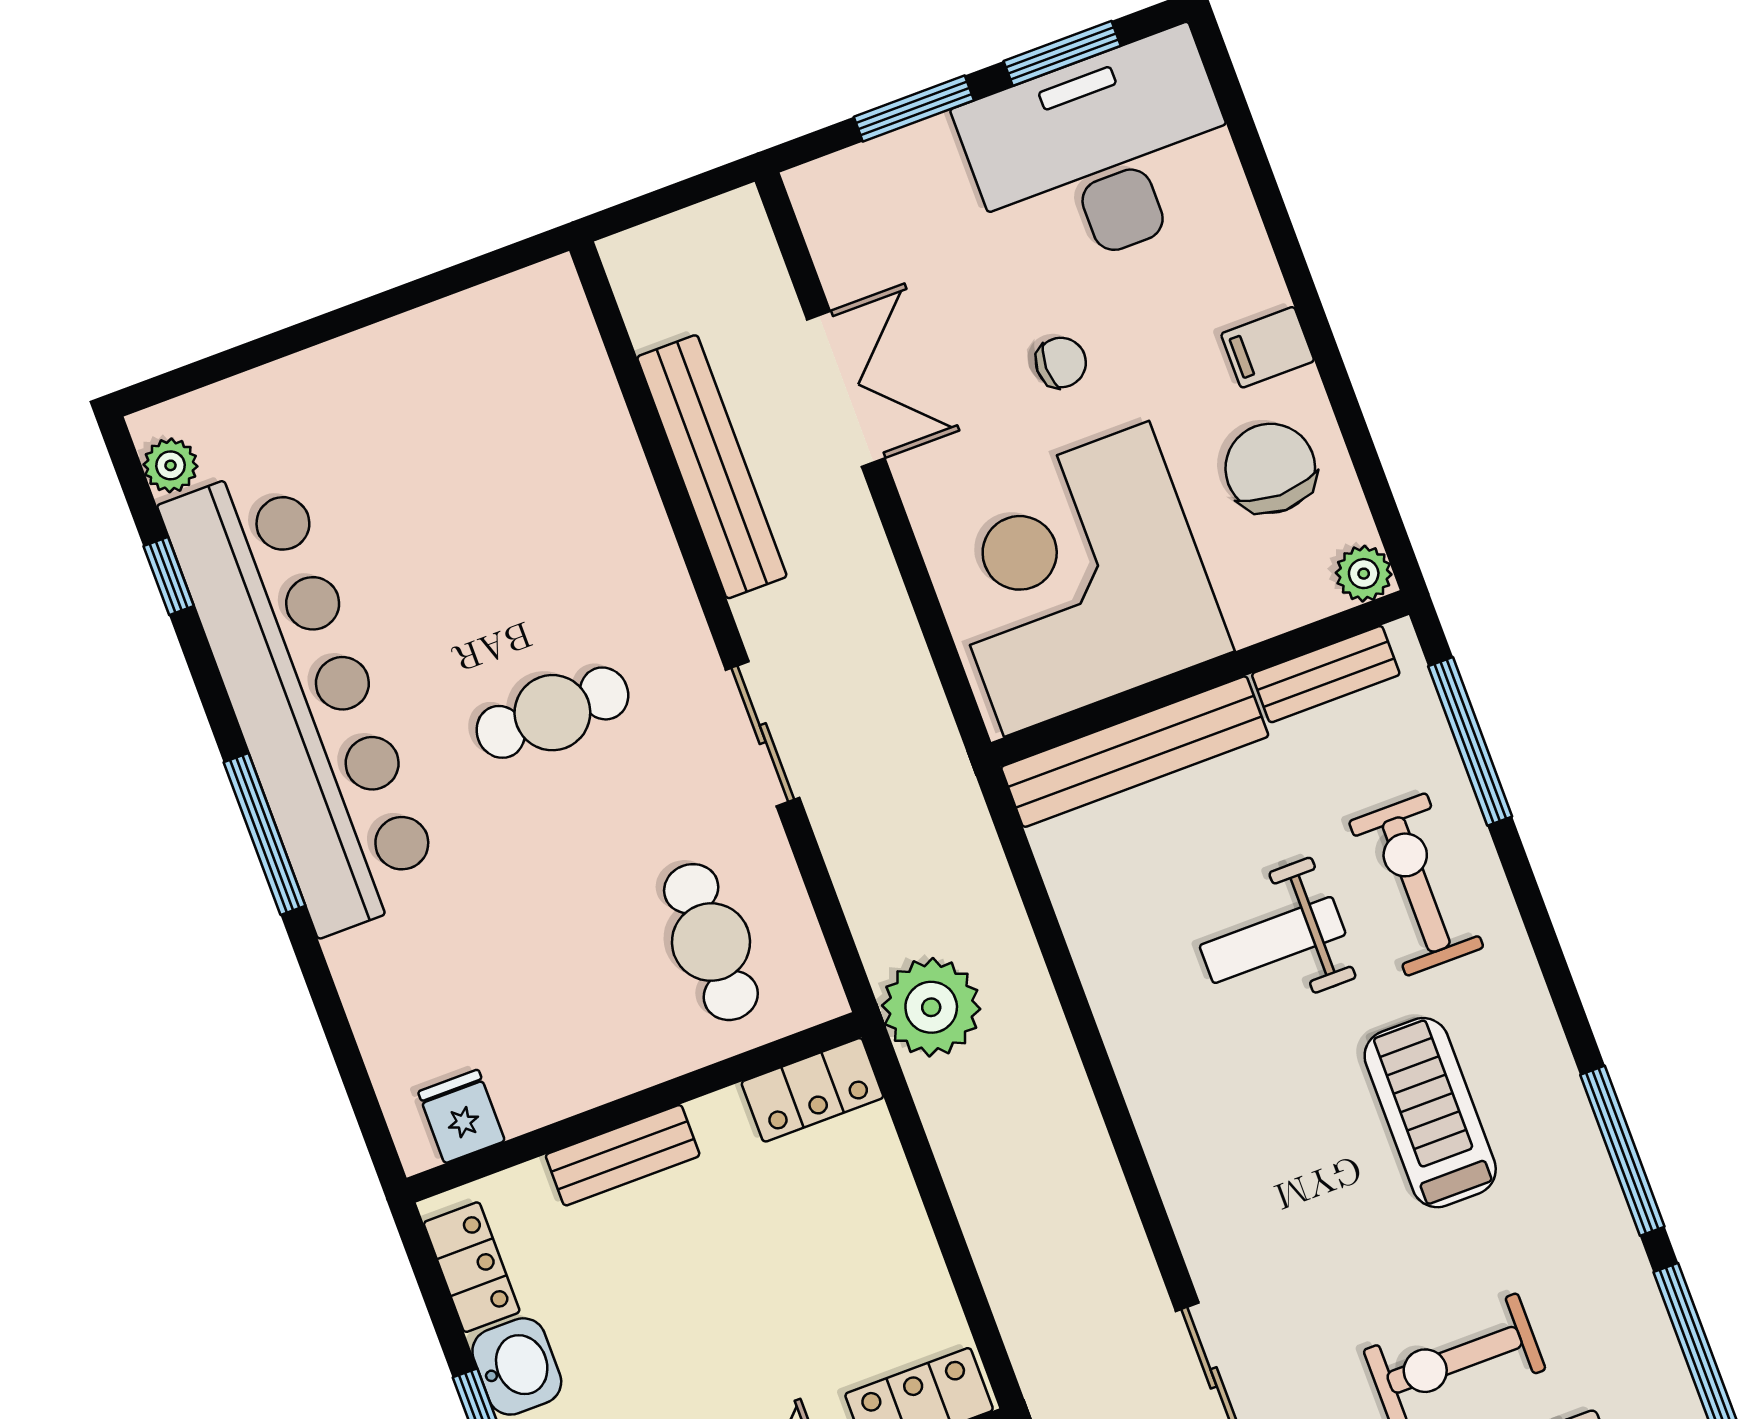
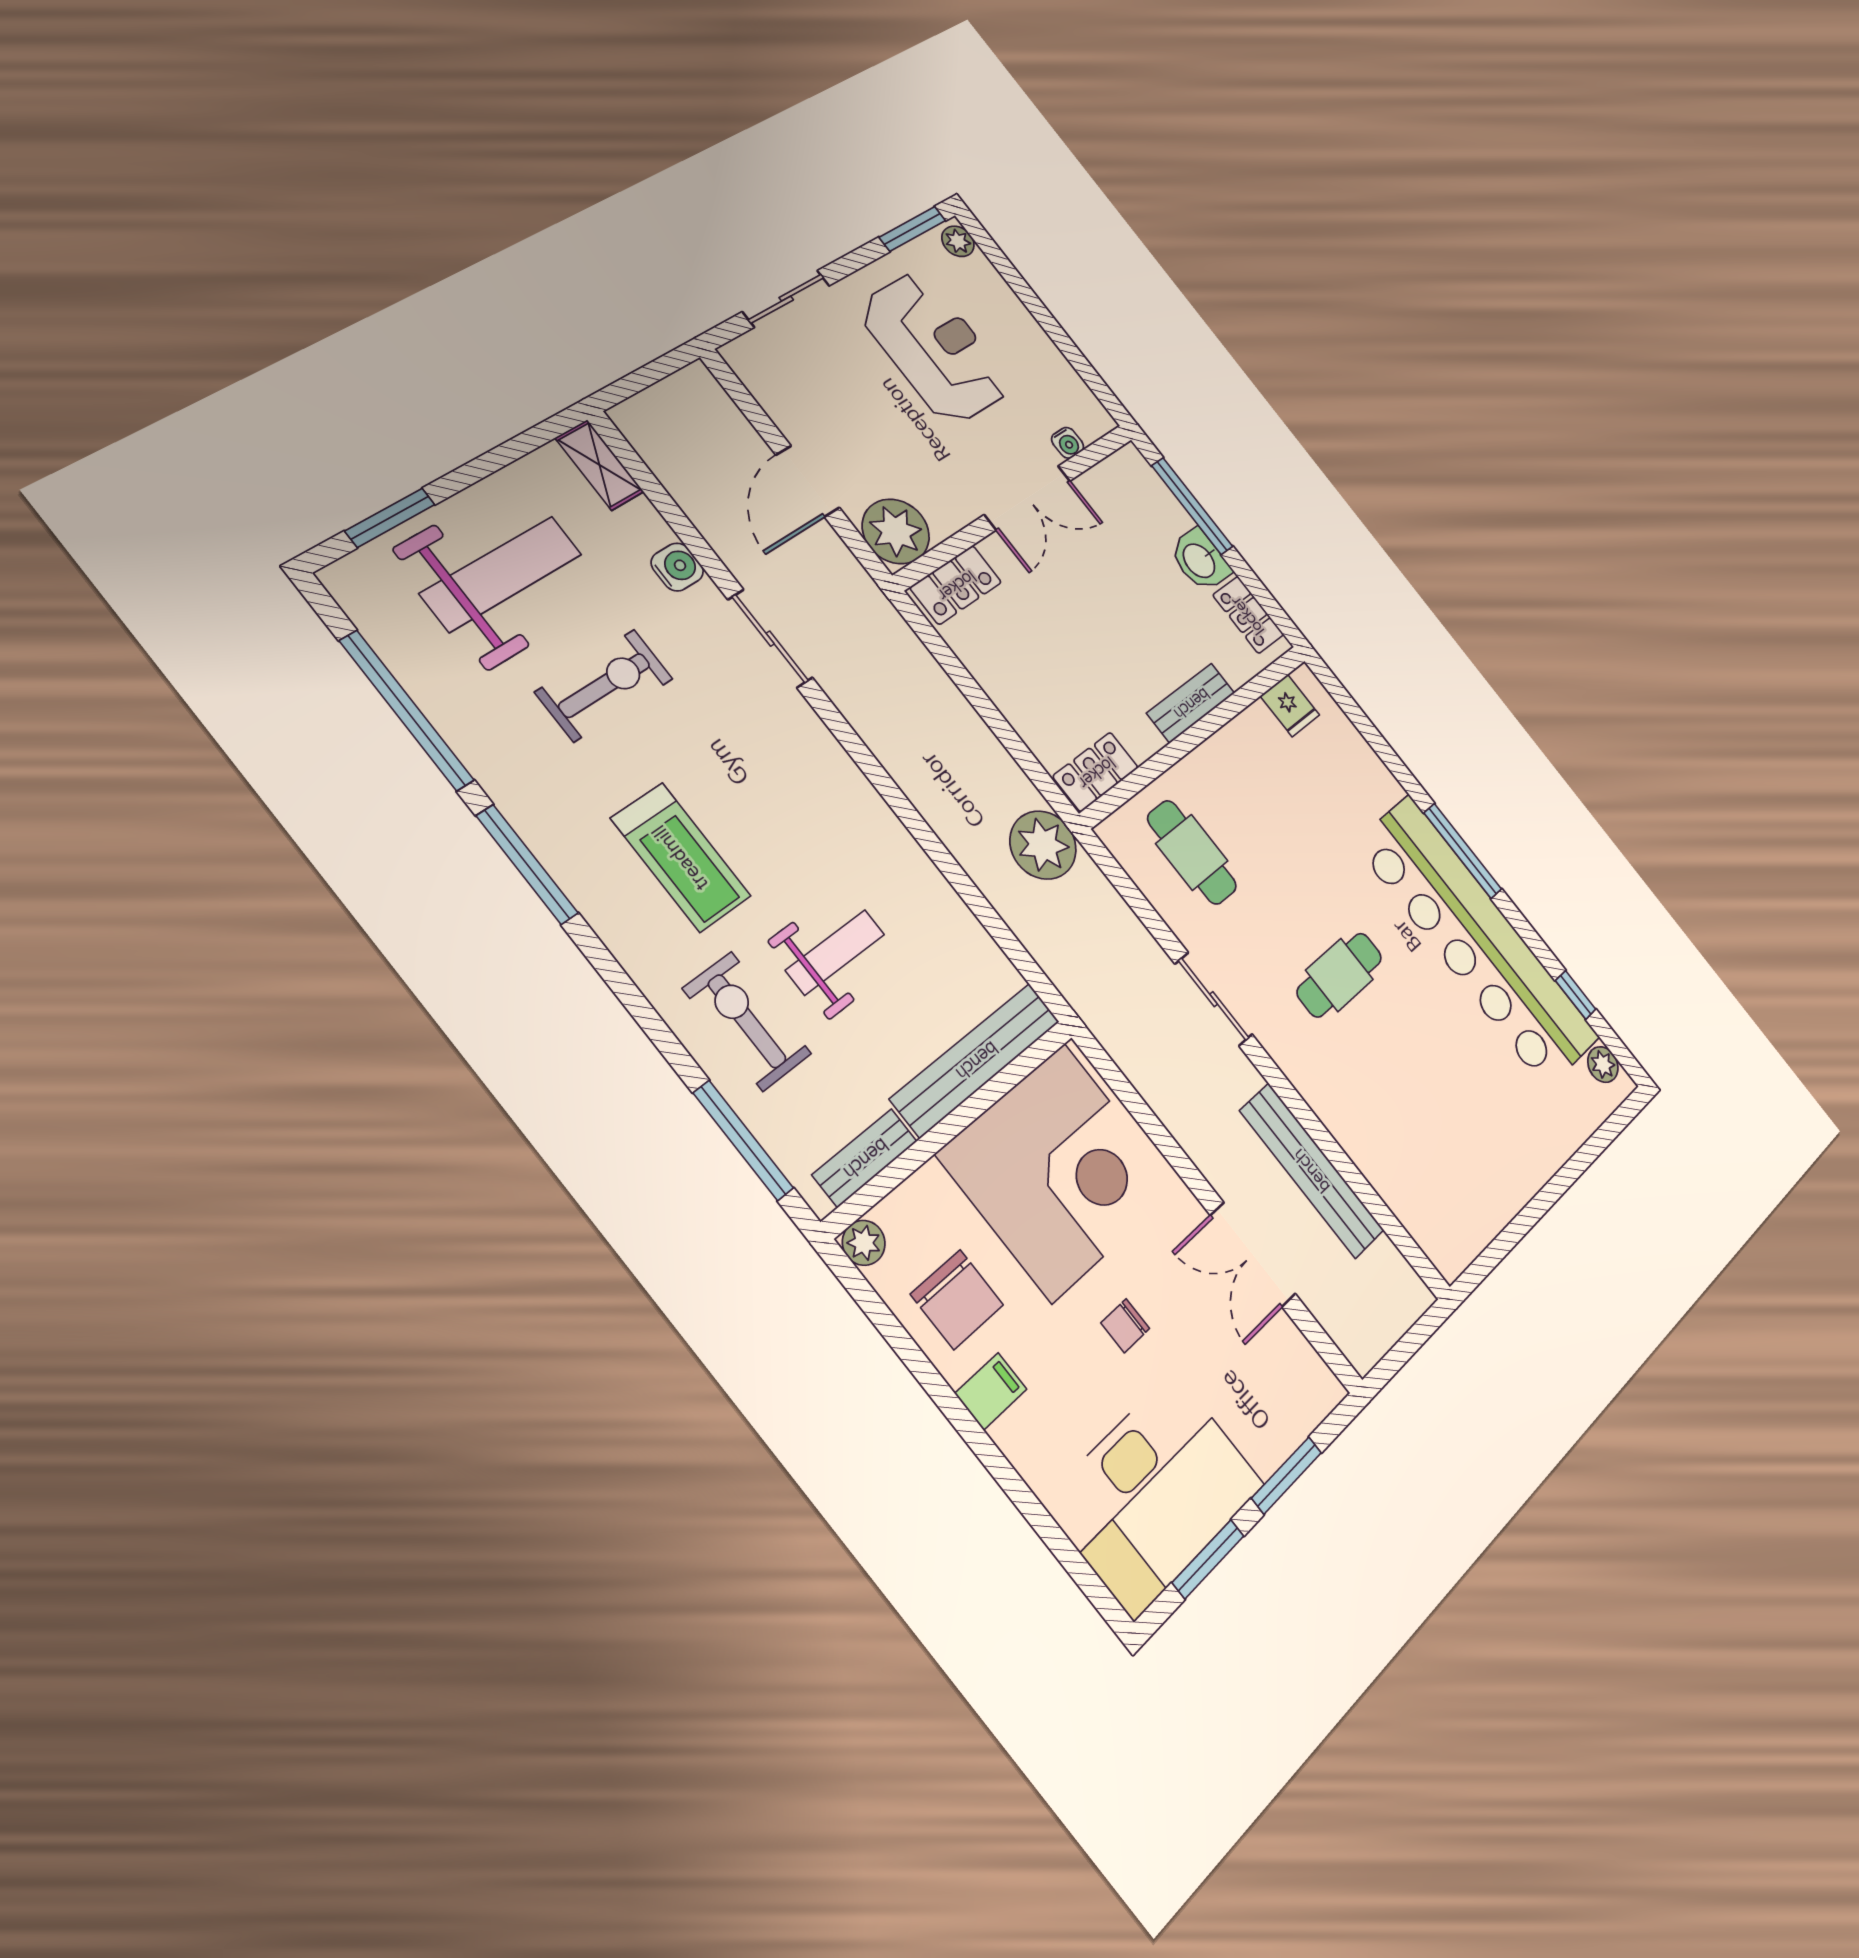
exercise bike: (1416, 884) -> (747, 1021), turned 180

